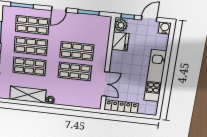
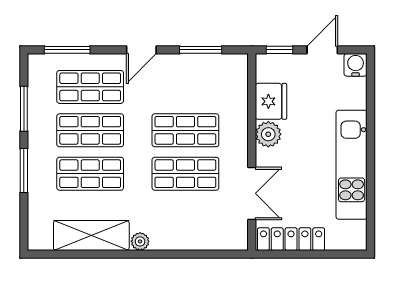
plant: (121, 25) -> (268, 134), moved

